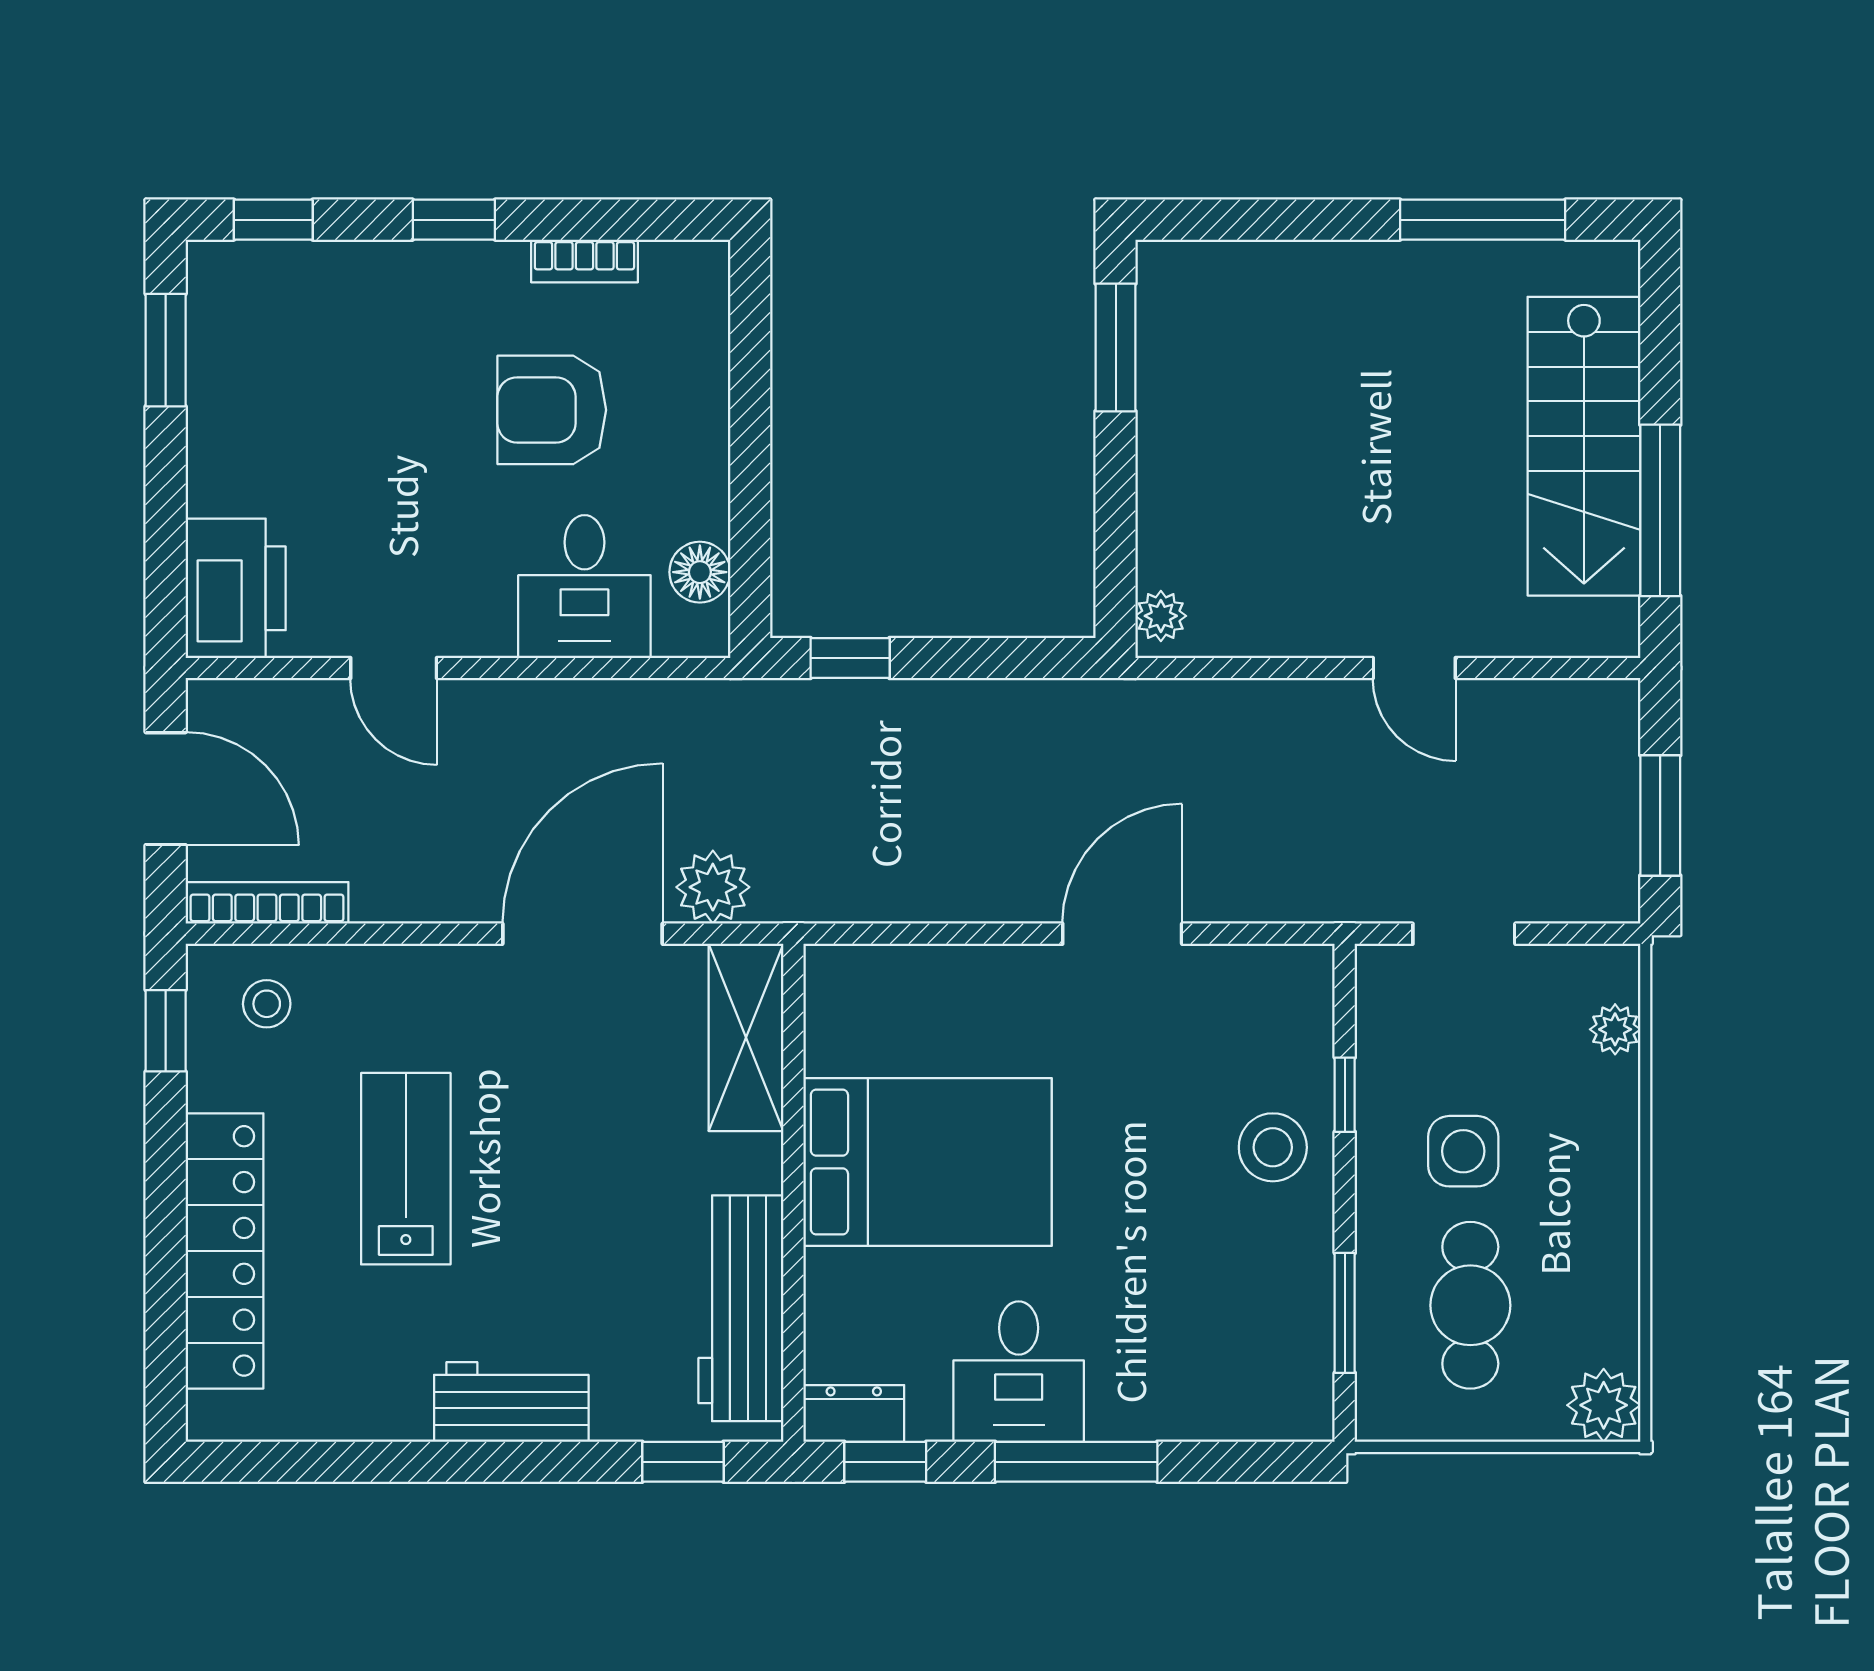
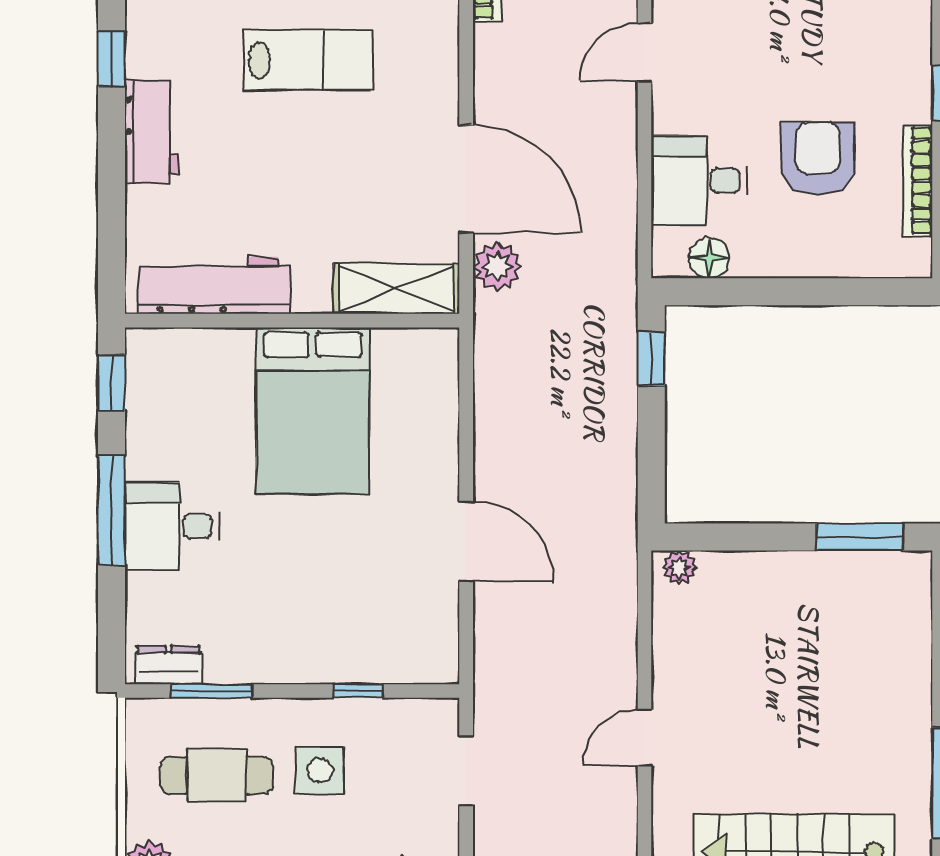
bookcase: (584, 261) -> (918, 180), width x1.56
stool: (1273, 1147) -> (323, 643), removed
desk: (1019, 1372) -> (172, 526), moved
dresser: (854, 1413) -> (168, 665), moved, turned -90
window: (683, 1462) -> (111, 59), moved

